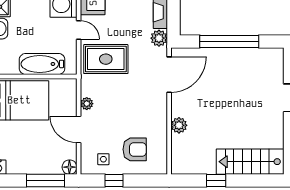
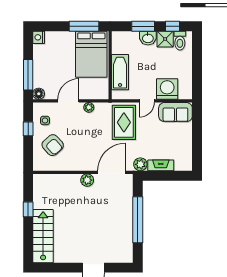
door: (169, 75) -> (112, 172), swing flipped
plant: (179, 125) -> (87, 180), moved
armchair: (135, 149) -> (53, 145), turned -42

